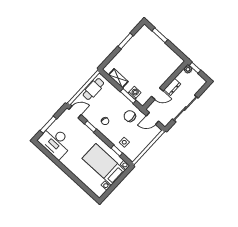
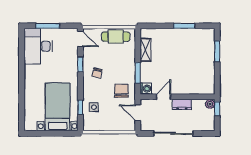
washing machine: (135, 93) -> (146, 89), moved
door: (157, 94) -> (164, 97), swing flipped

